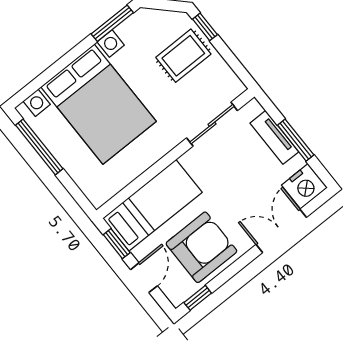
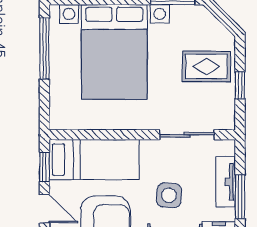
window: (205, 27) -> (240, 85), moved
side table: (237, 185) -> (169, 195), added
door: (144, 278) -> (44, 209), hinge flipped

